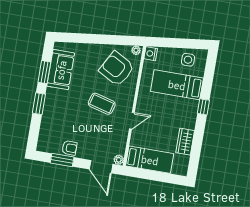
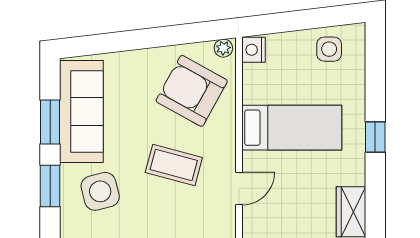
sofa: (61, 70) -> (81, 112), width x1.36
bed: (177, 85) -> (292, 128), moved, turned 180
side table: (63, 111) -> (100, 191), added

